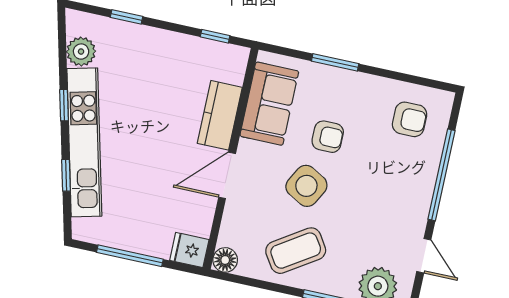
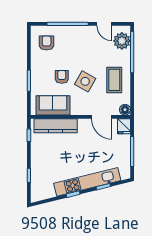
plant: (81, 52) -> (48, 192), removed
kitchen counter: (220, 115) -> (56, 126), width x1.50
door: (227, 175) -> (102, 117), moved
coffee table: (296, 251) -> (114, 80), turned 33
door: (424, 256) -> (104, 24), swing flipped

